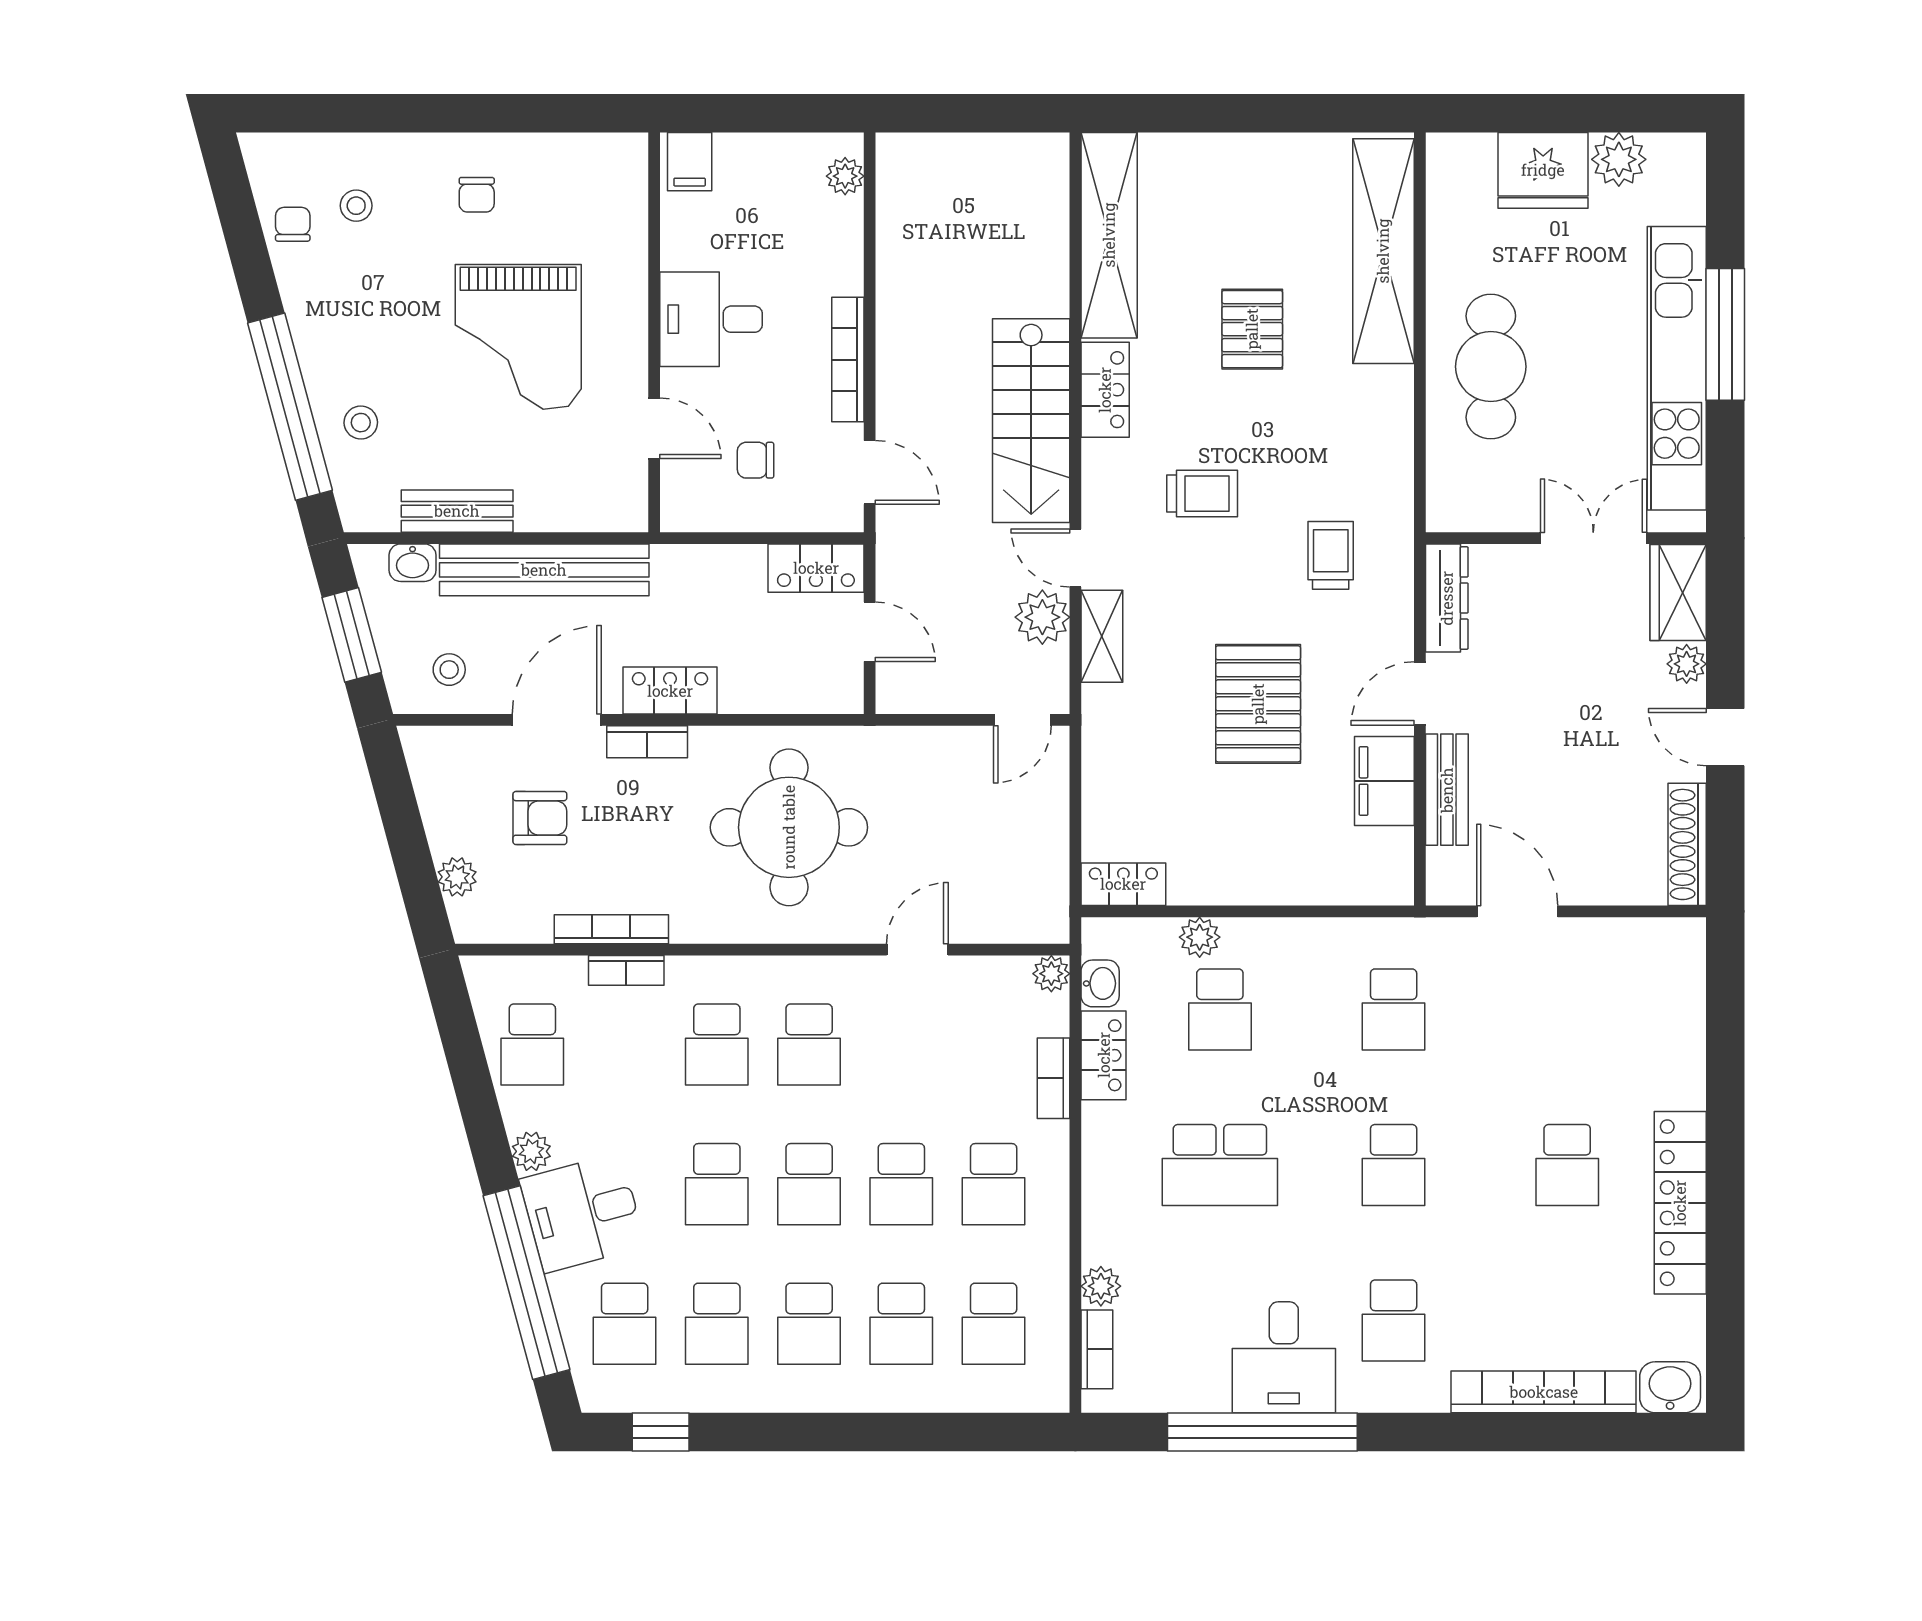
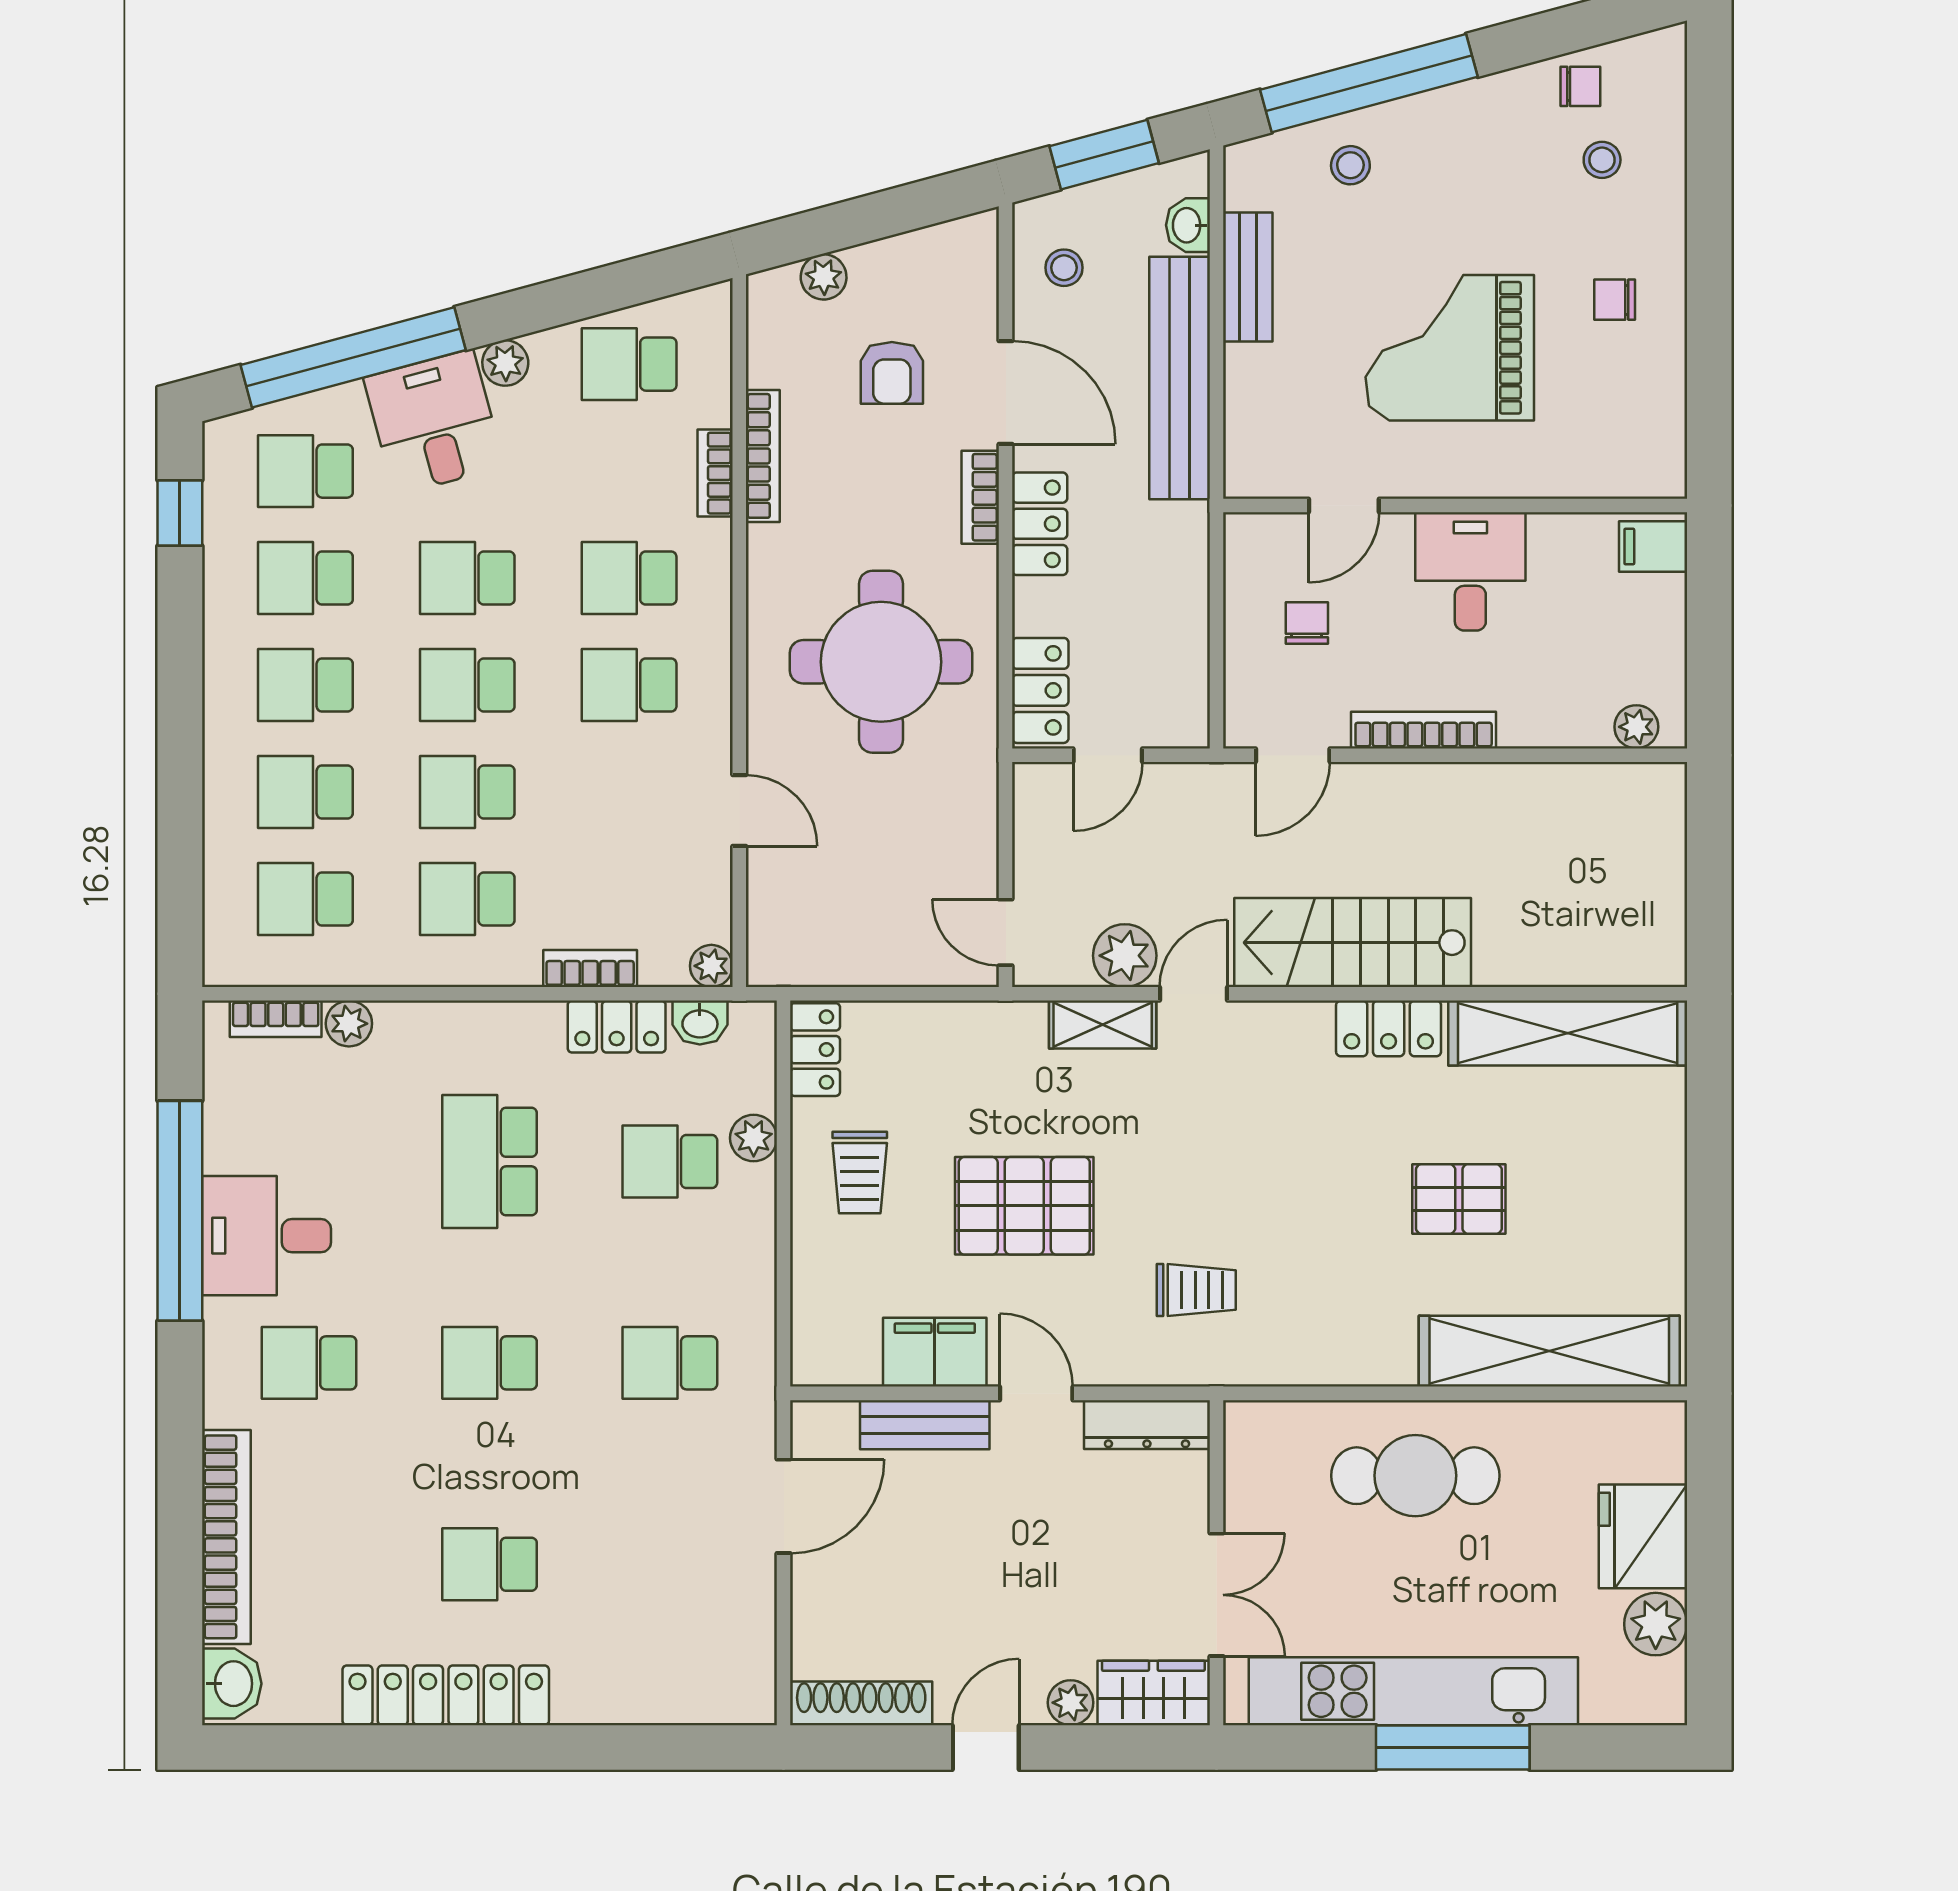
trolley: (1202, 494) -> (860, 1172), moved
locker: (816, 568) -> (1040, 690), moved, turned 180

